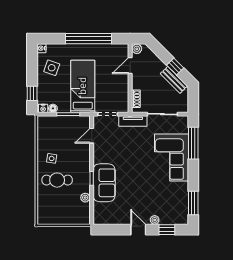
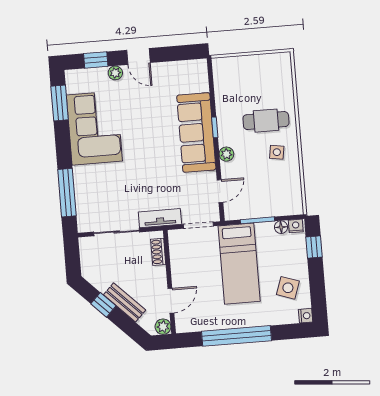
bench: (174, 80) -> (125, 302), moved
corner sofa: (171, 158) -> (94, 128), moved
sofa: (104, 183) -> (196, 132), width x1.36
plant: (85, 198) -> (226, 154), moved

